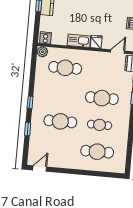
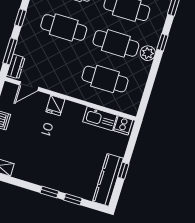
kitchen sink: (79, 41) -> (100, 119), moved
plant: (42, 52) -> (148, 53), moved
cafe table: (63, 95) -> (116, 43), added

